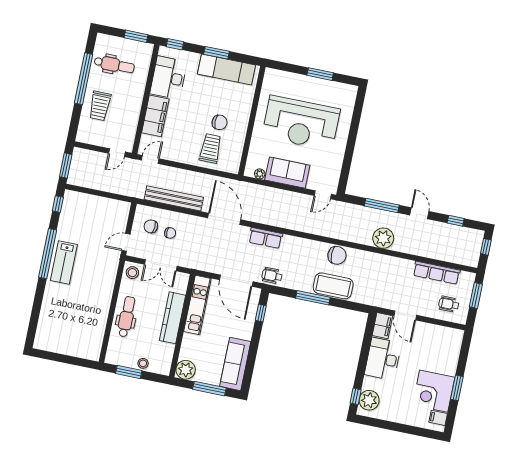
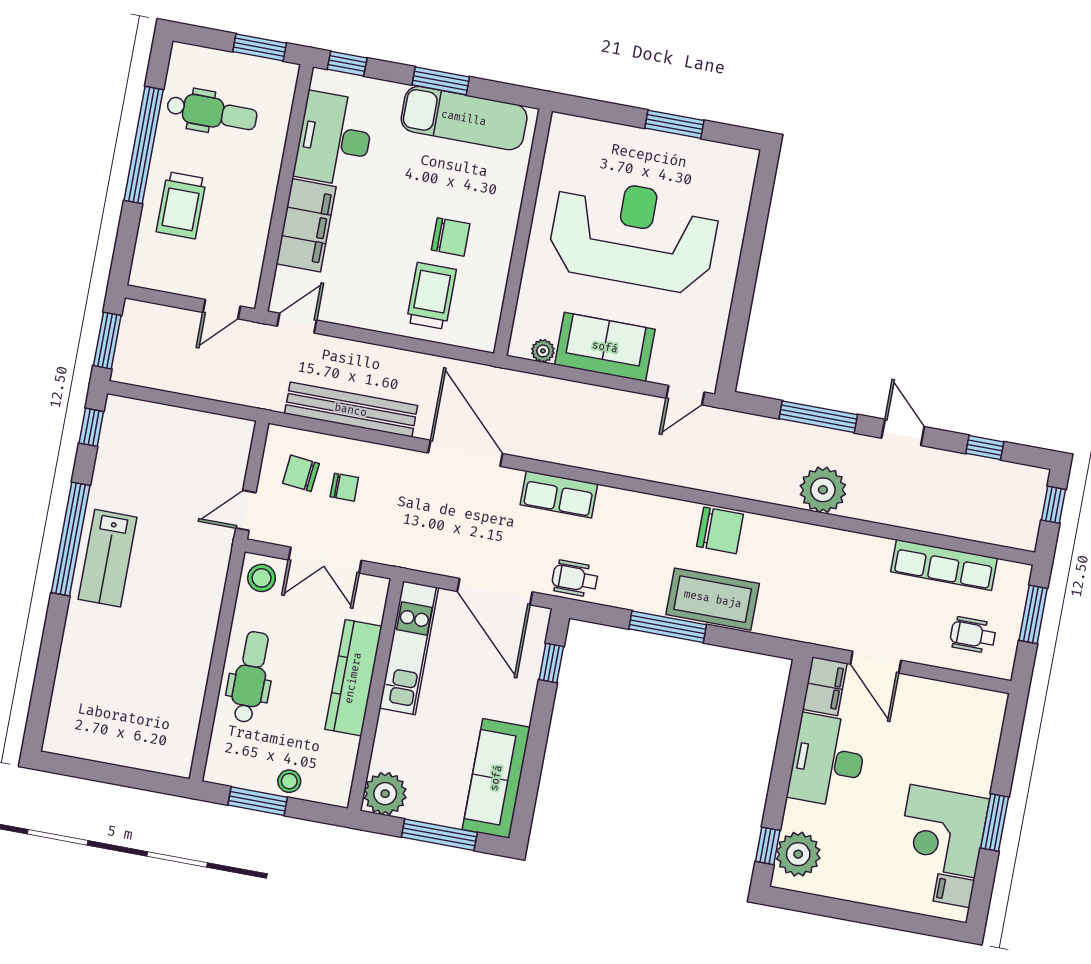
reception desk: (301, 123) -> (634, 235), turned 180

